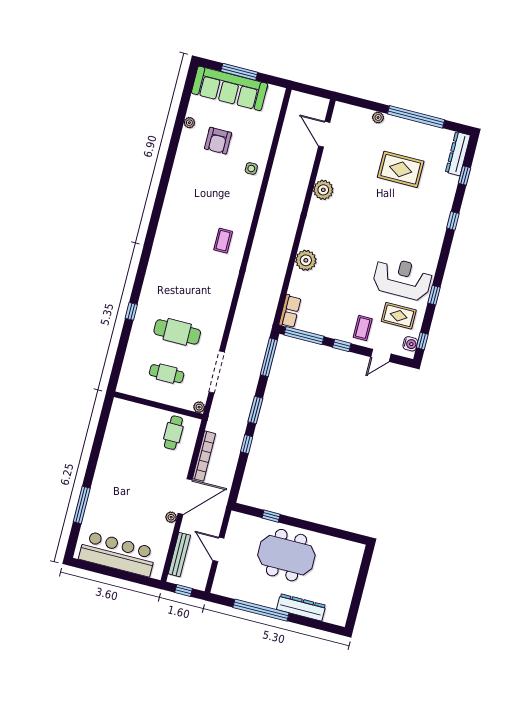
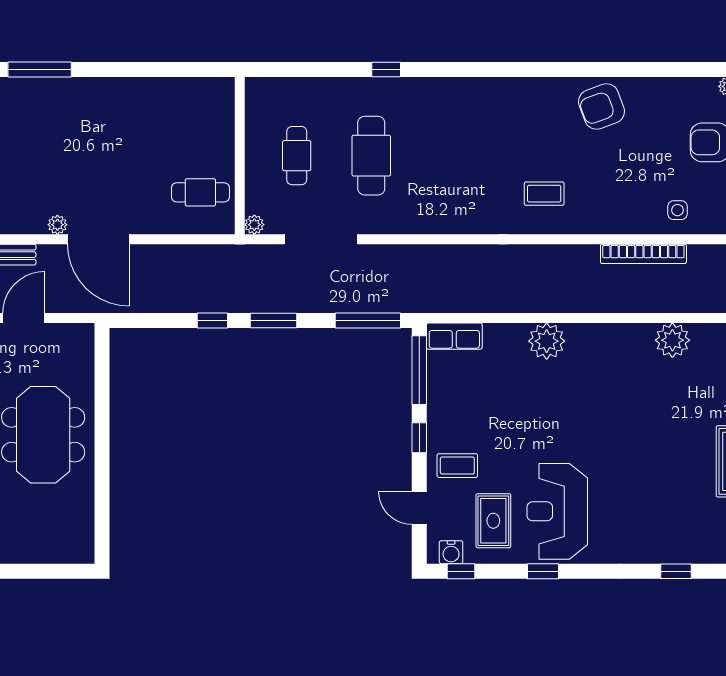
armchair: (183, 196) -> (601, 106), added
reception desk: (403, 279) -> (557, 511), turned 180
bookcase: (204, 456) -> (643, 254), moved
window: (271, 516) -> (102, 392), removed

